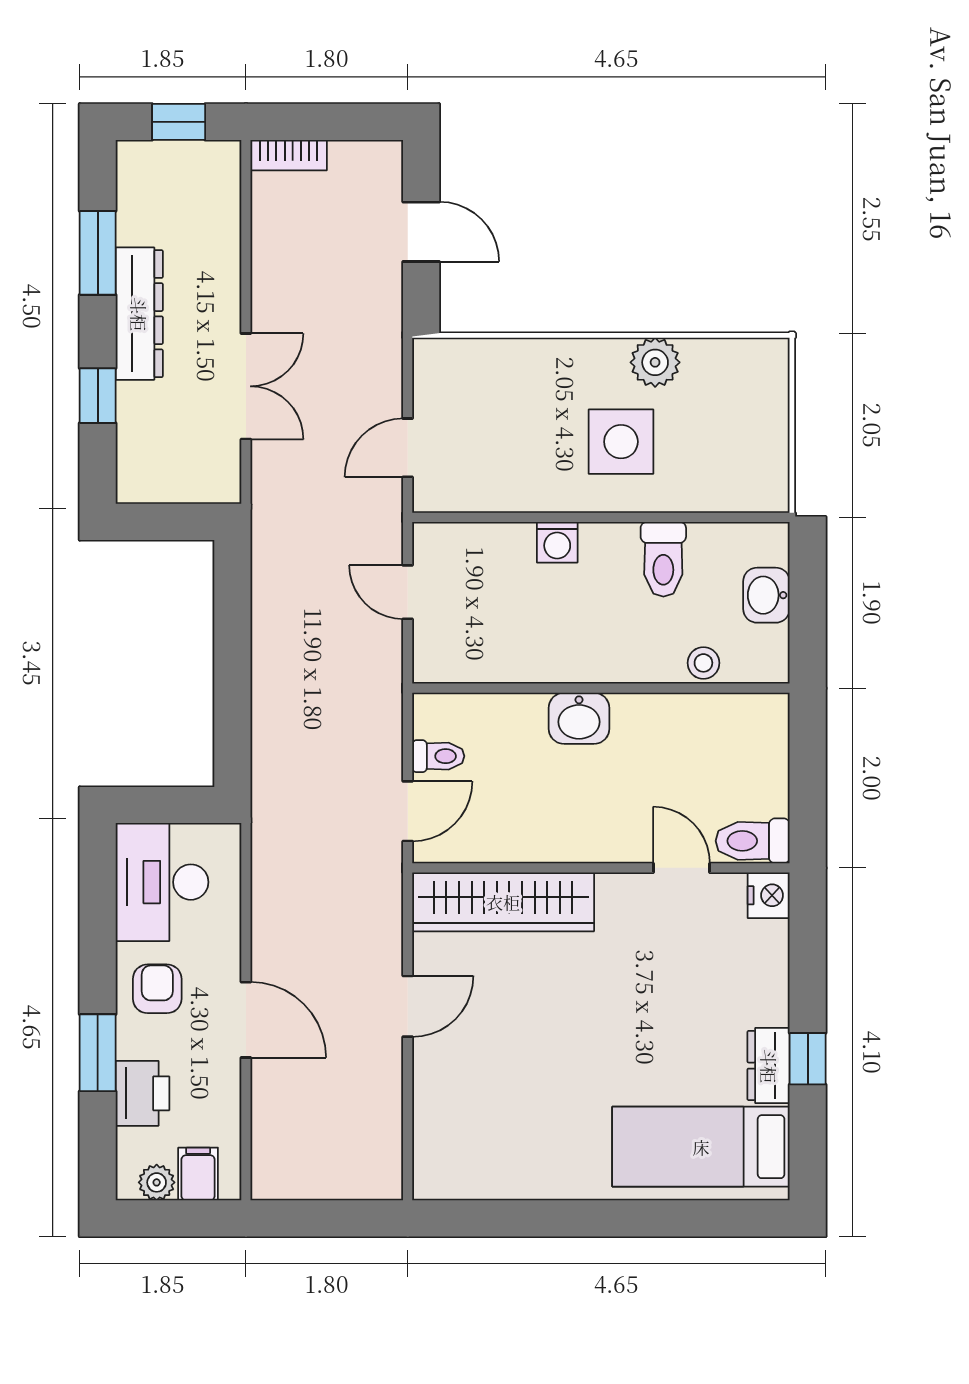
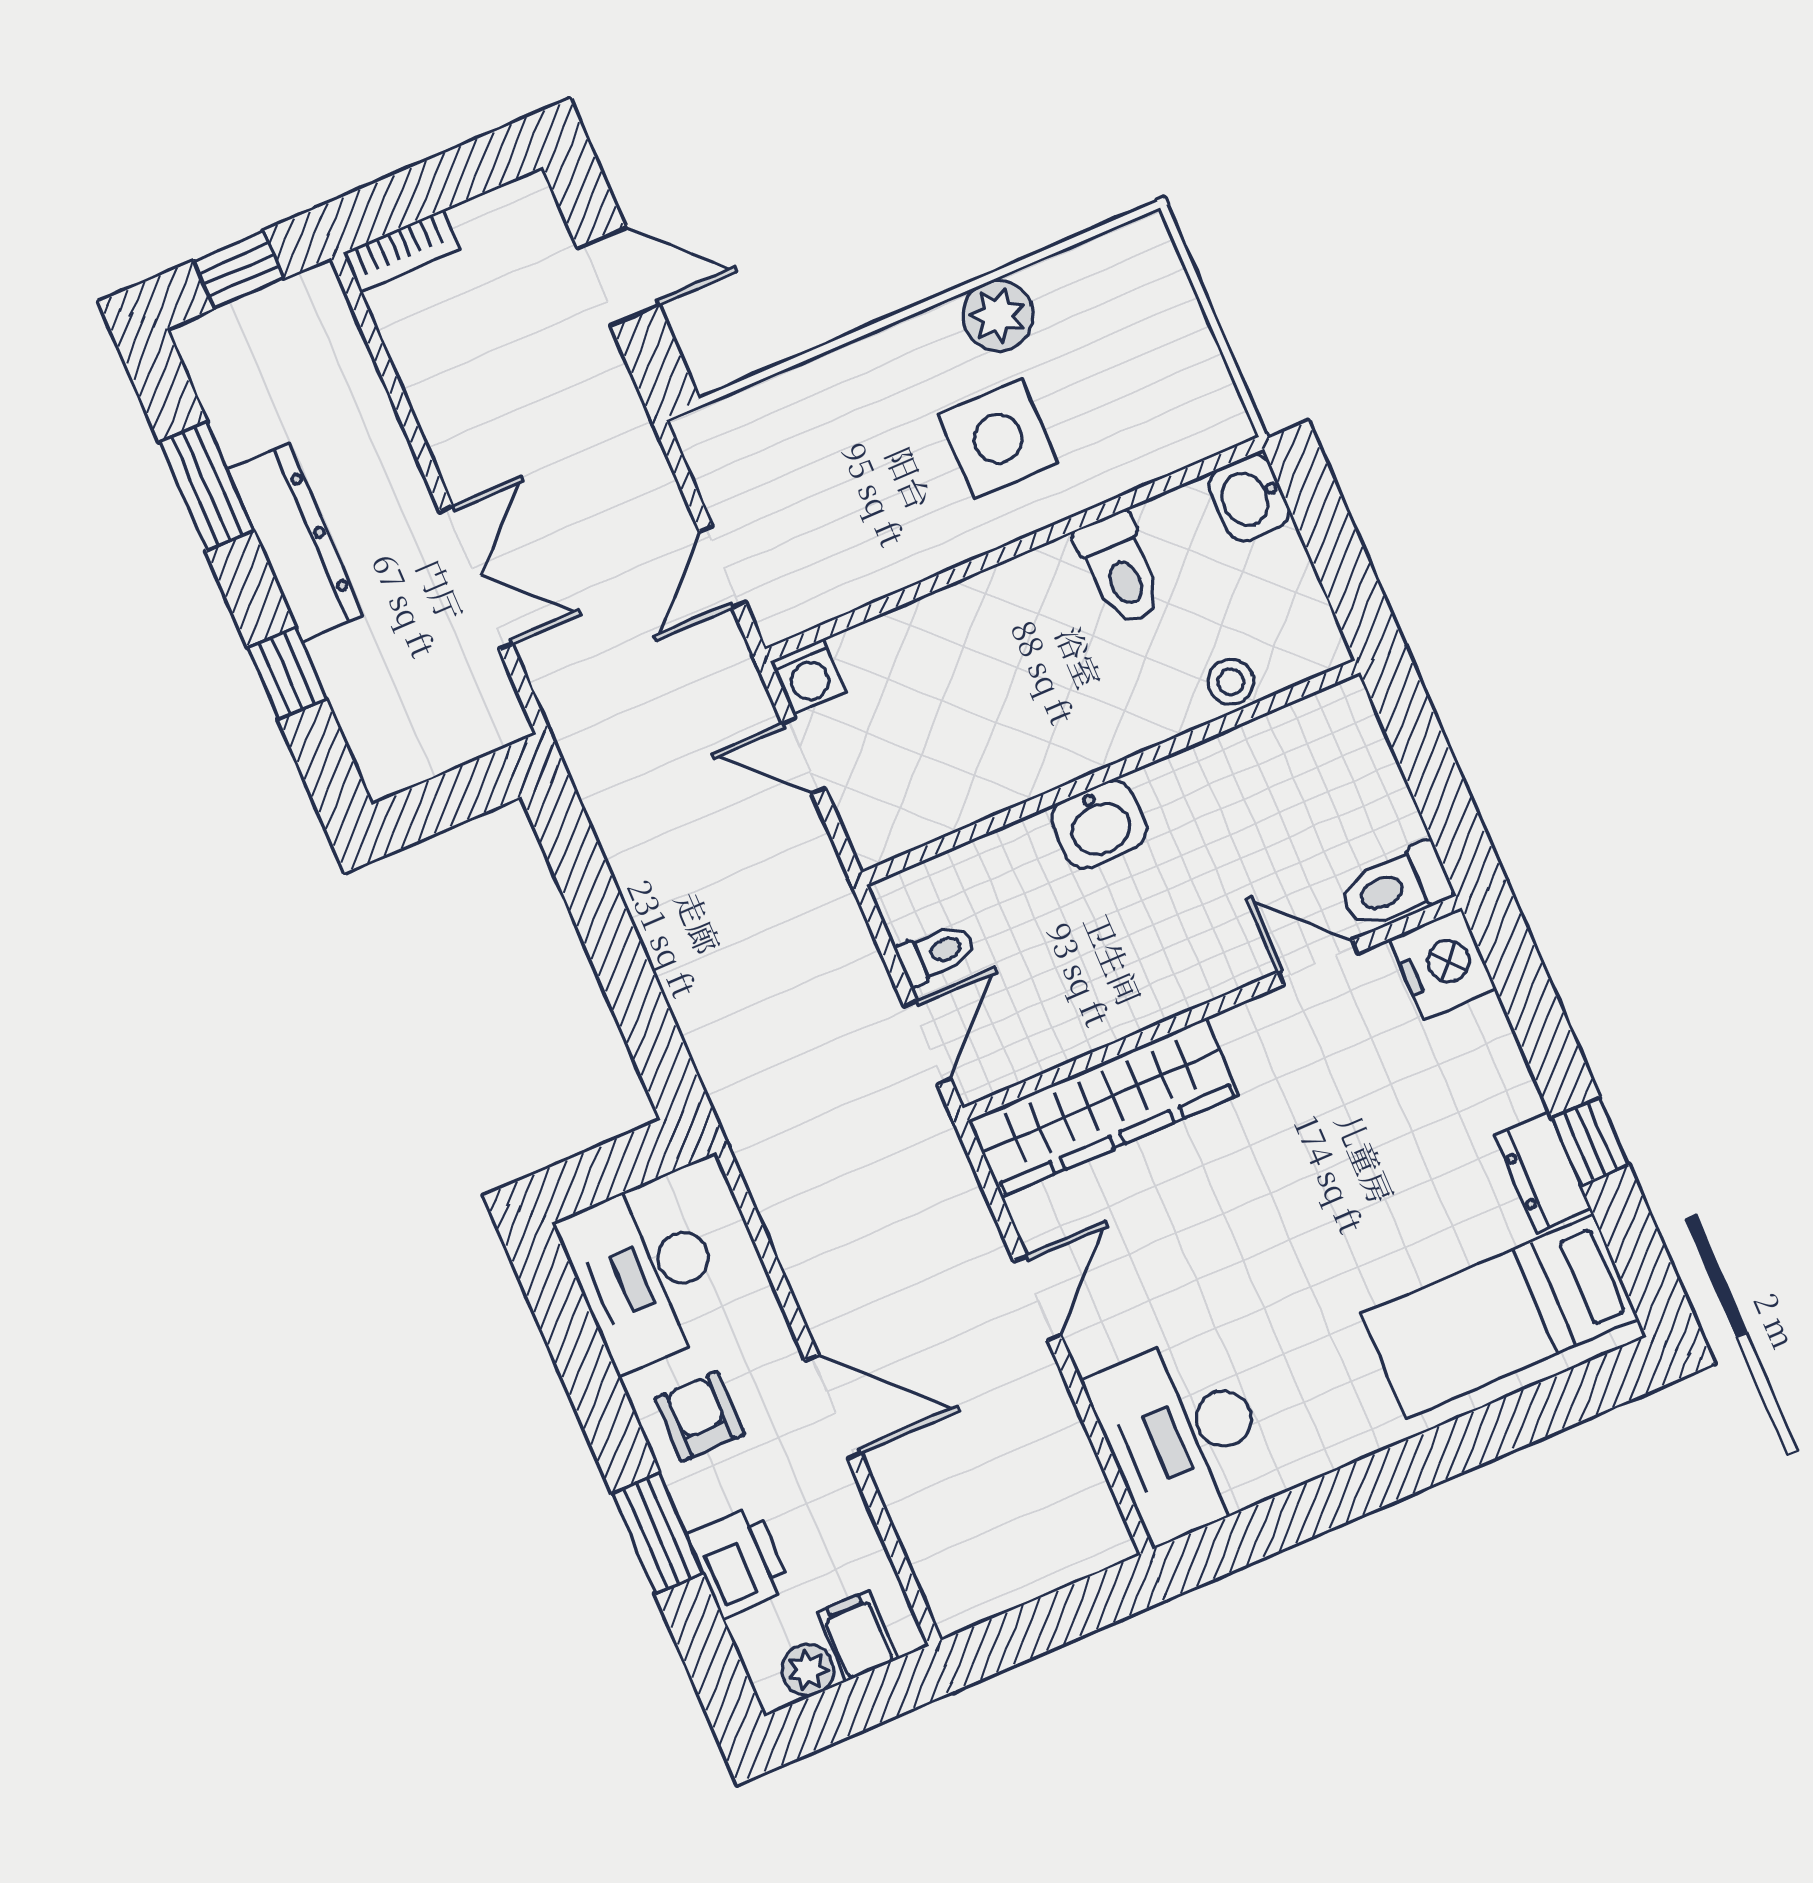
washing machine: (557, 542) -> (808, 677), moved
washbasin: (766, 595) -> (1249, 498), moved
nightstand: (769, 895) -> (1443, 964), width x1.36, depth x1.33
desk: (463, 1136) -> (1182, 1436), added

